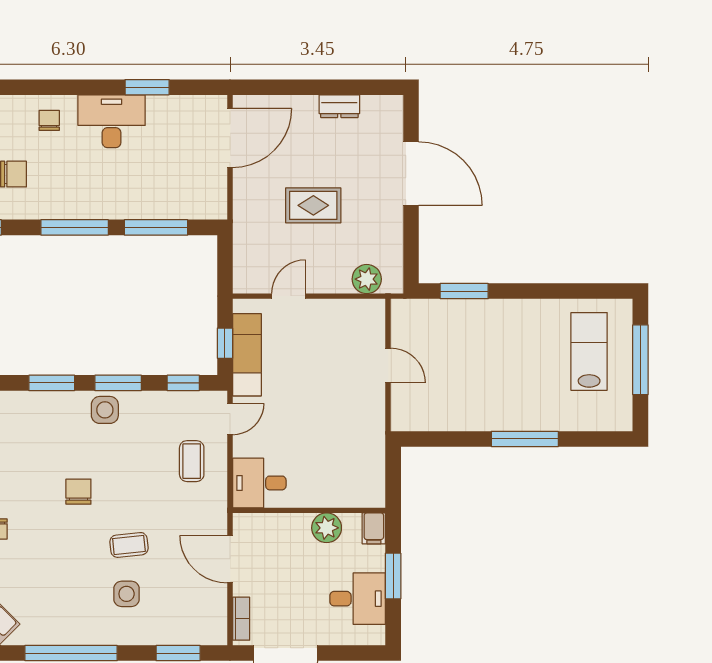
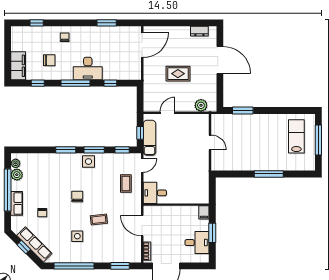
dresser: (339, 106) -> (199, 31), moved
desk: (112, 121) -> (88, 69), moved, turned 180
window: (156, 227) -> (110, 83), width x0.46
plant: (327, 528) -> (184, 212), removed
side table: (127, 594) -> (77, 236), moved

